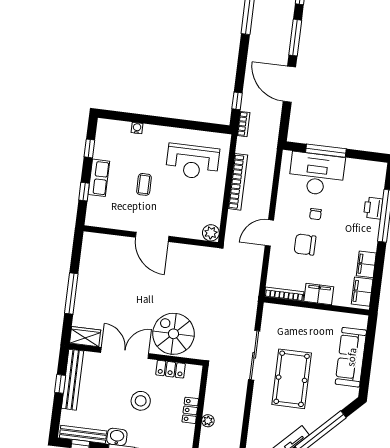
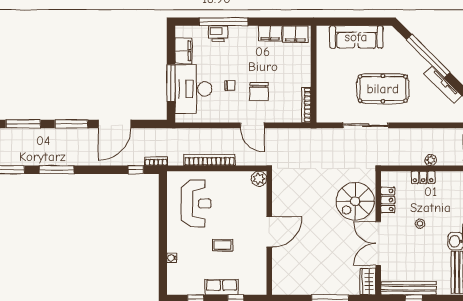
filing cabinet: (319, 294) -> (183, 51), moved, turned 180
stool: (141, 401) -> (420, 224), width x0.53, depth x0.53

